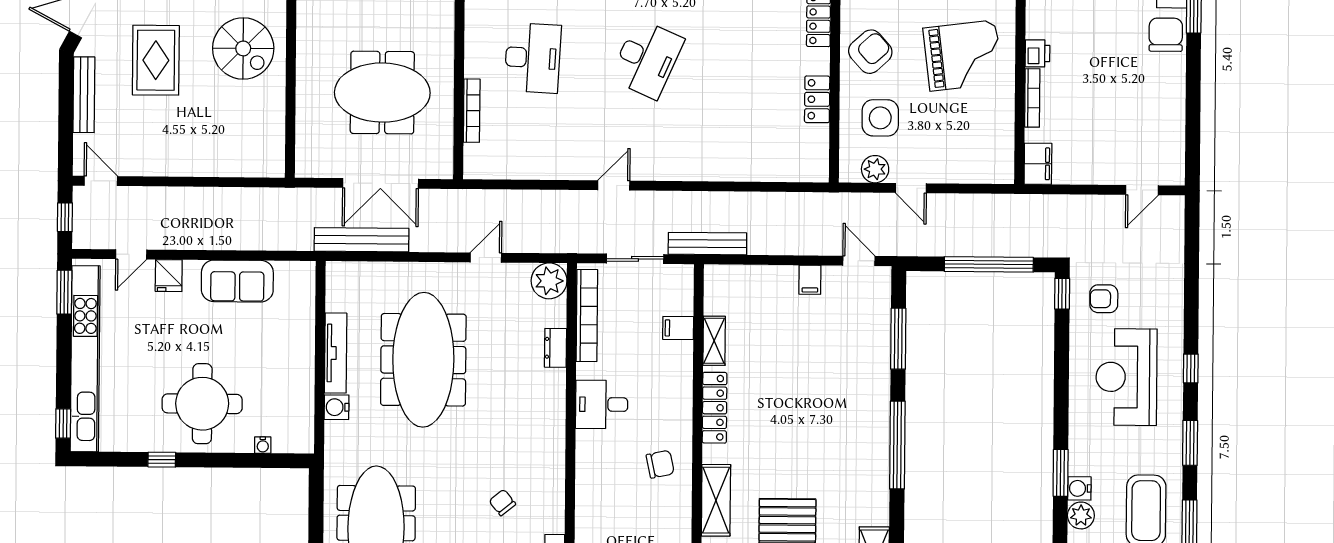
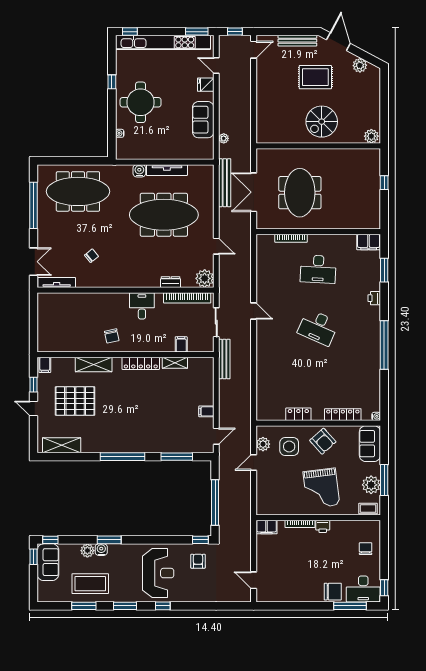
plant: (274, 241) -> (224, 138), added
reception desk: (1126, 377) -> (158, 573), turned 90

